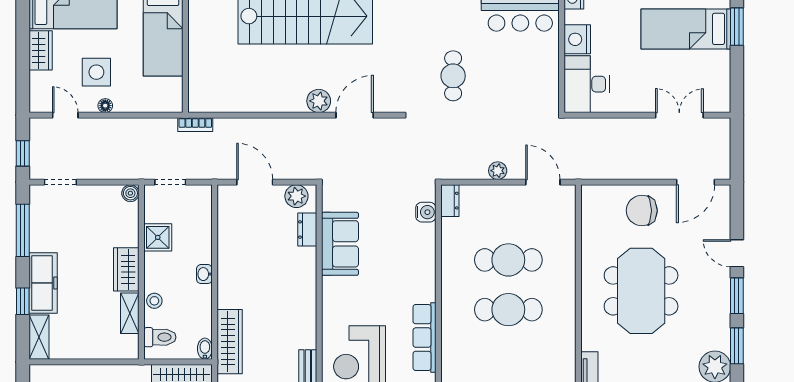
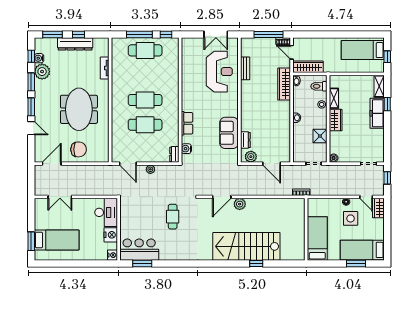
wardrobe: (41, 50) -> (378, 208), moved
window: (23, 230) -> (387, 140), removed
row of seats: (424, 338) -> (187, 123), moved, width x0.68

